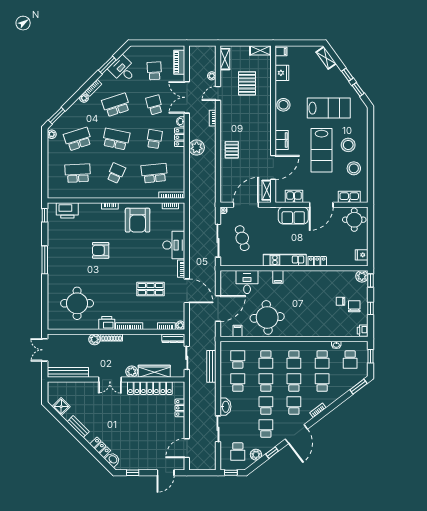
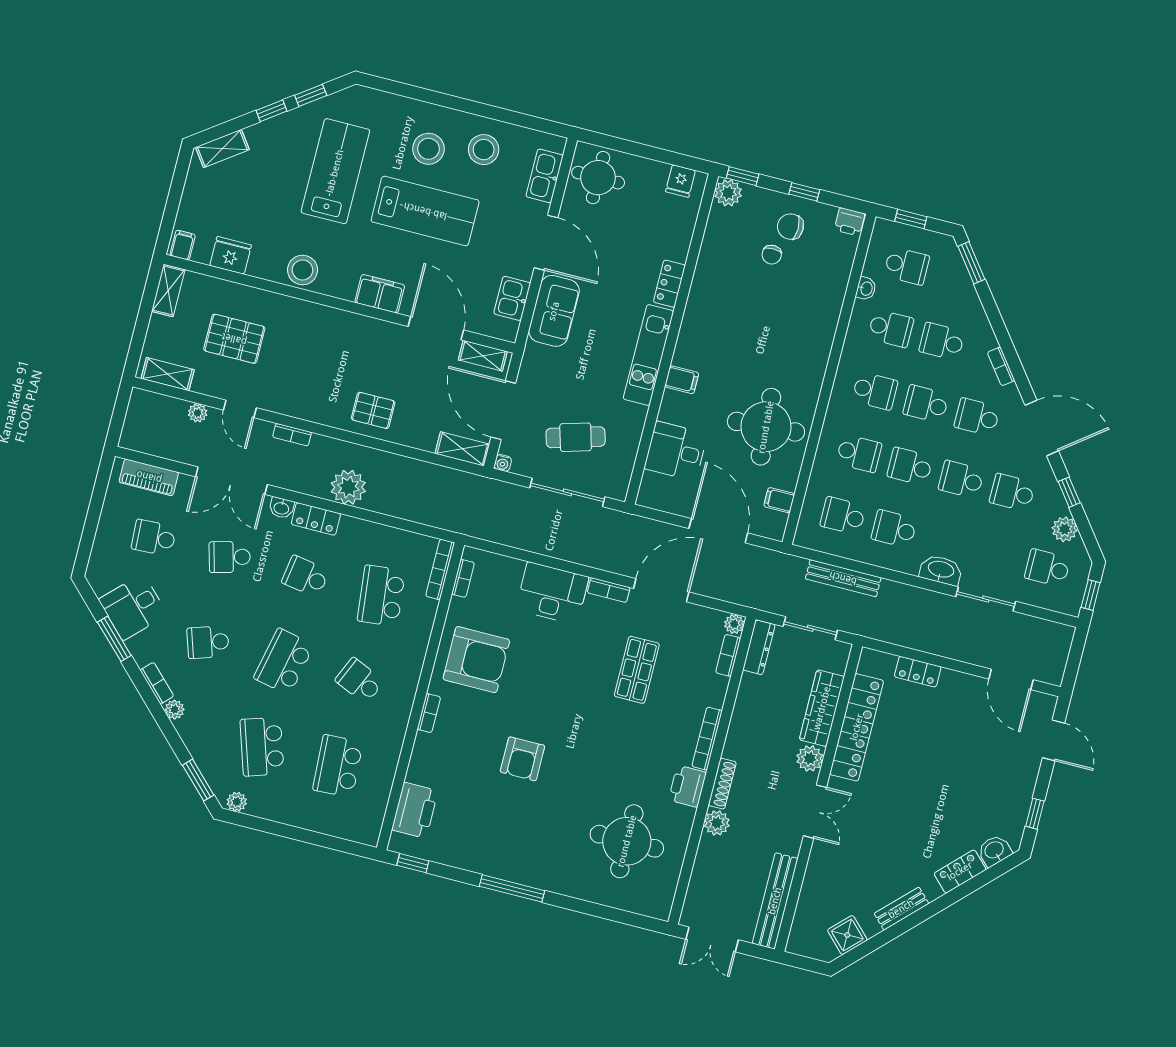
school desk: (116, 105) -> (208, 642), width x0.54
shelving: (225, 192) -> (462, 449), added
school desk: (238, 452) -> (1047, 568), turned 180

